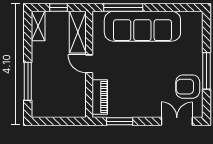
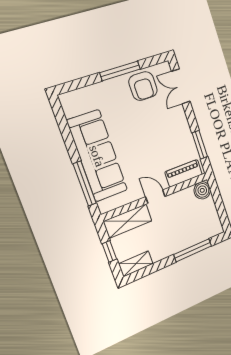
door: (89, 64) -> (155, 197), swing flipped
boiler: (78, 109) -> (202, 190), added

